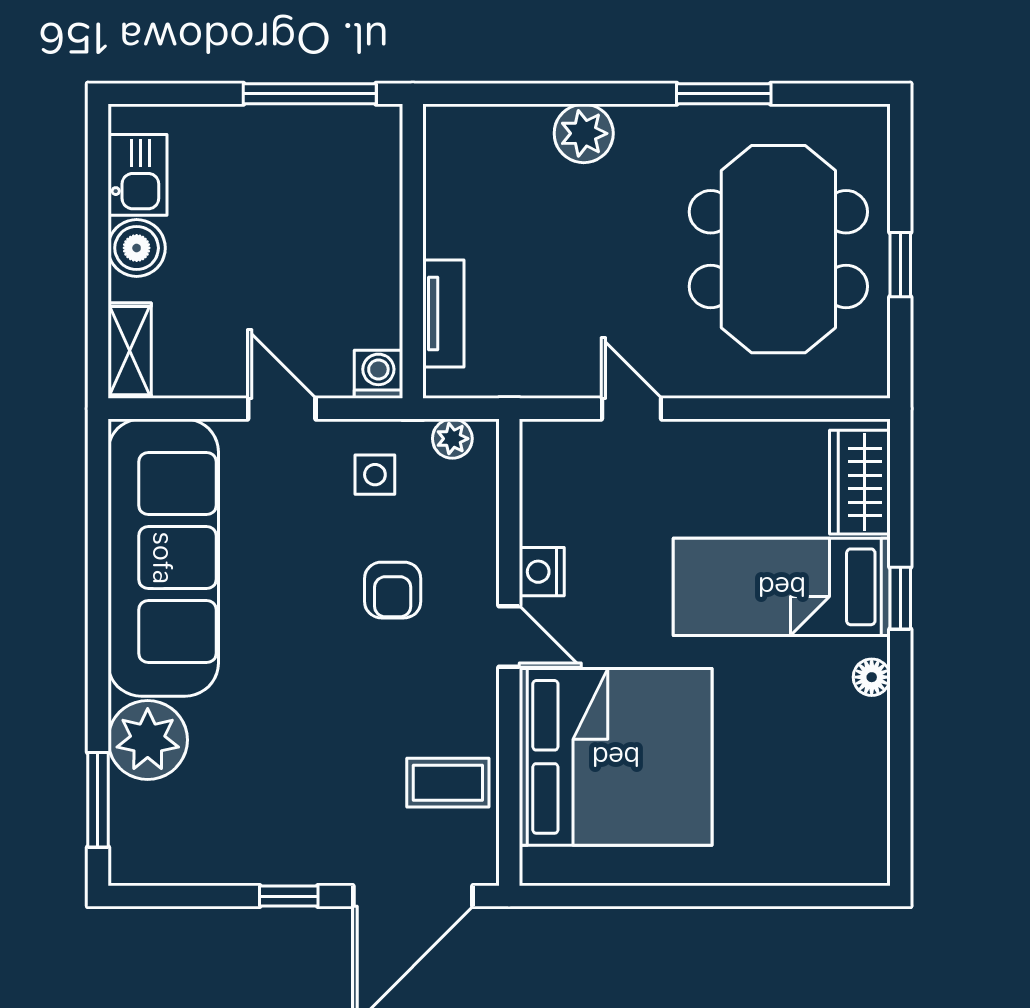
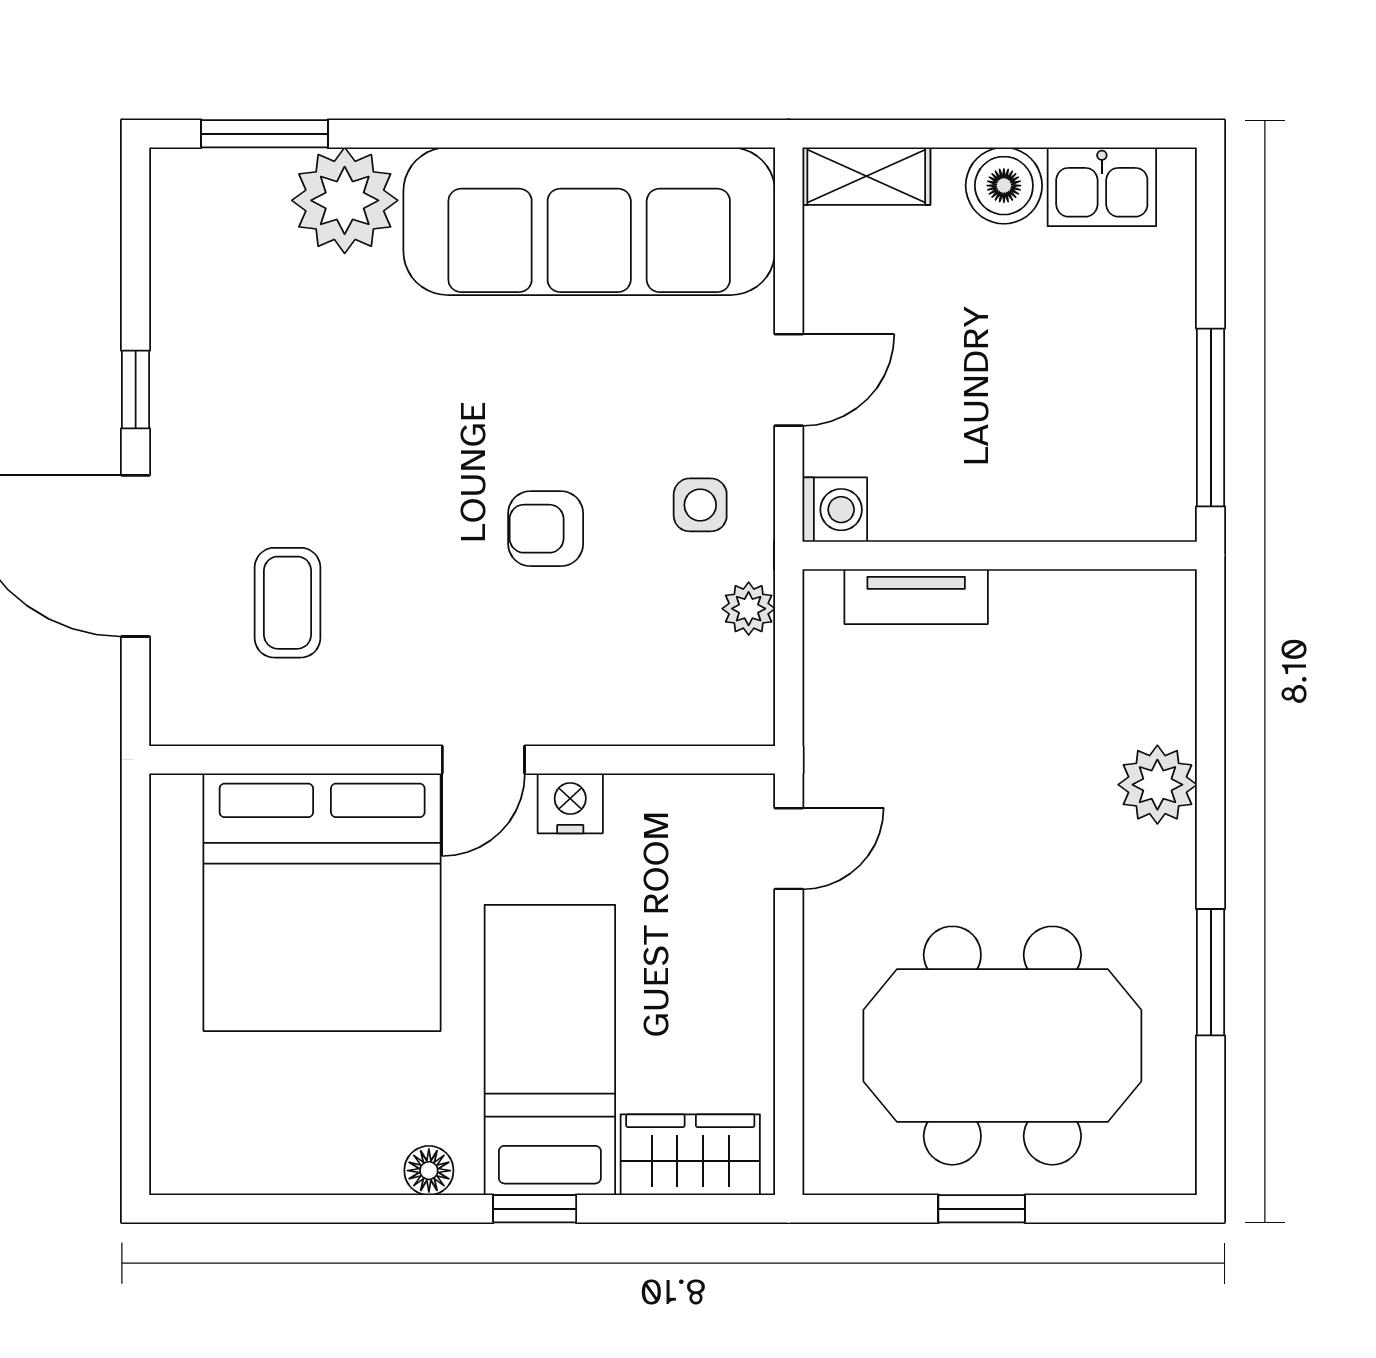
nightstand: (542, 572) -> (570, 803), moved
door: (509, 636) -> (483, 760), moved
wall: (509, 652) -> (462, 760), moved
bed: (616, 757) -> (322, 902), moved

